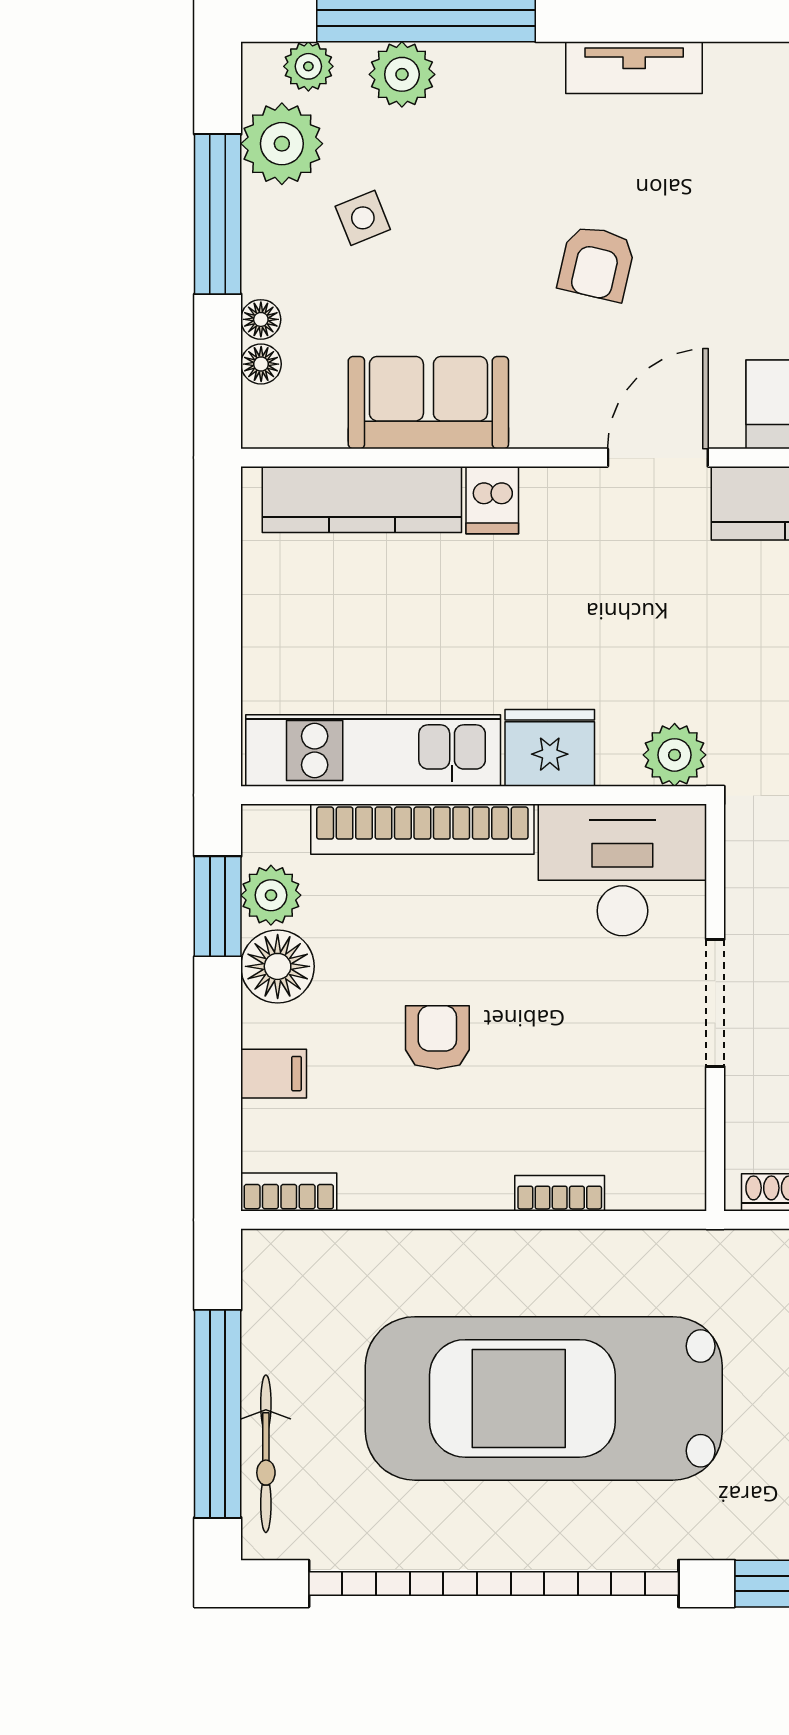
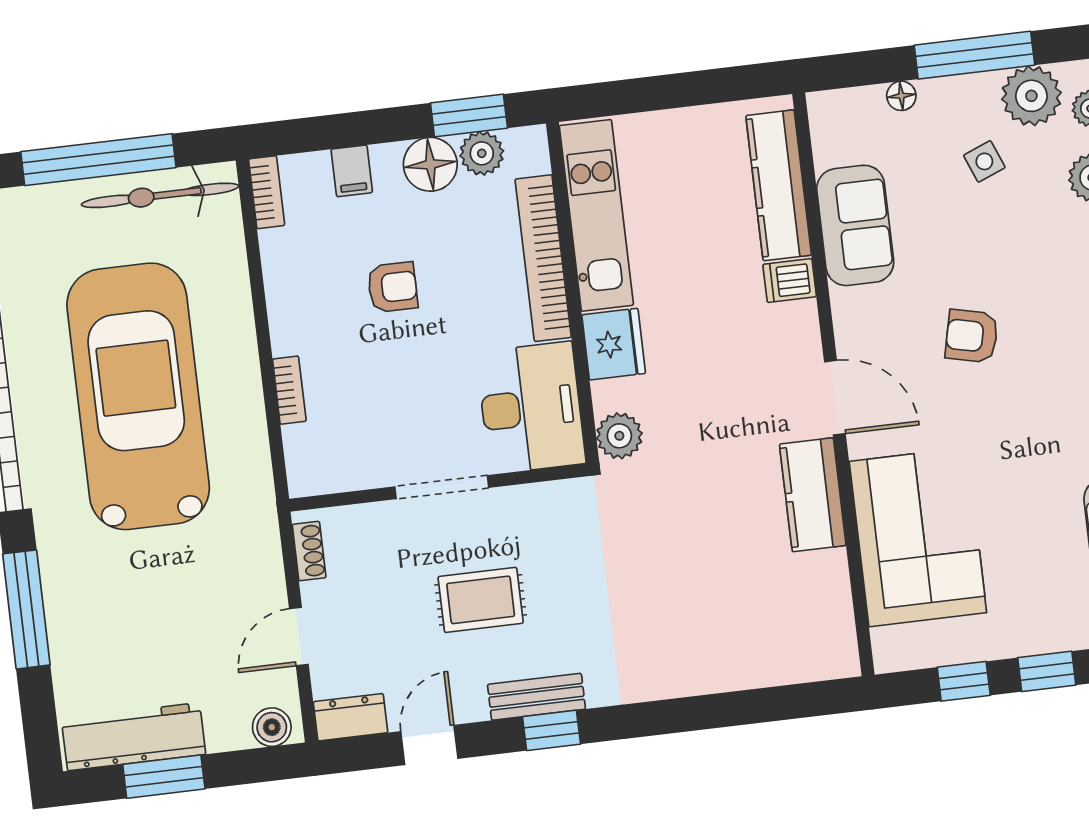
floor lamp: (261, 364) -> (869, 100), removed
bicycle: (266, 1454) -> (160, 195), moved, width x1.37, depth x1.40

